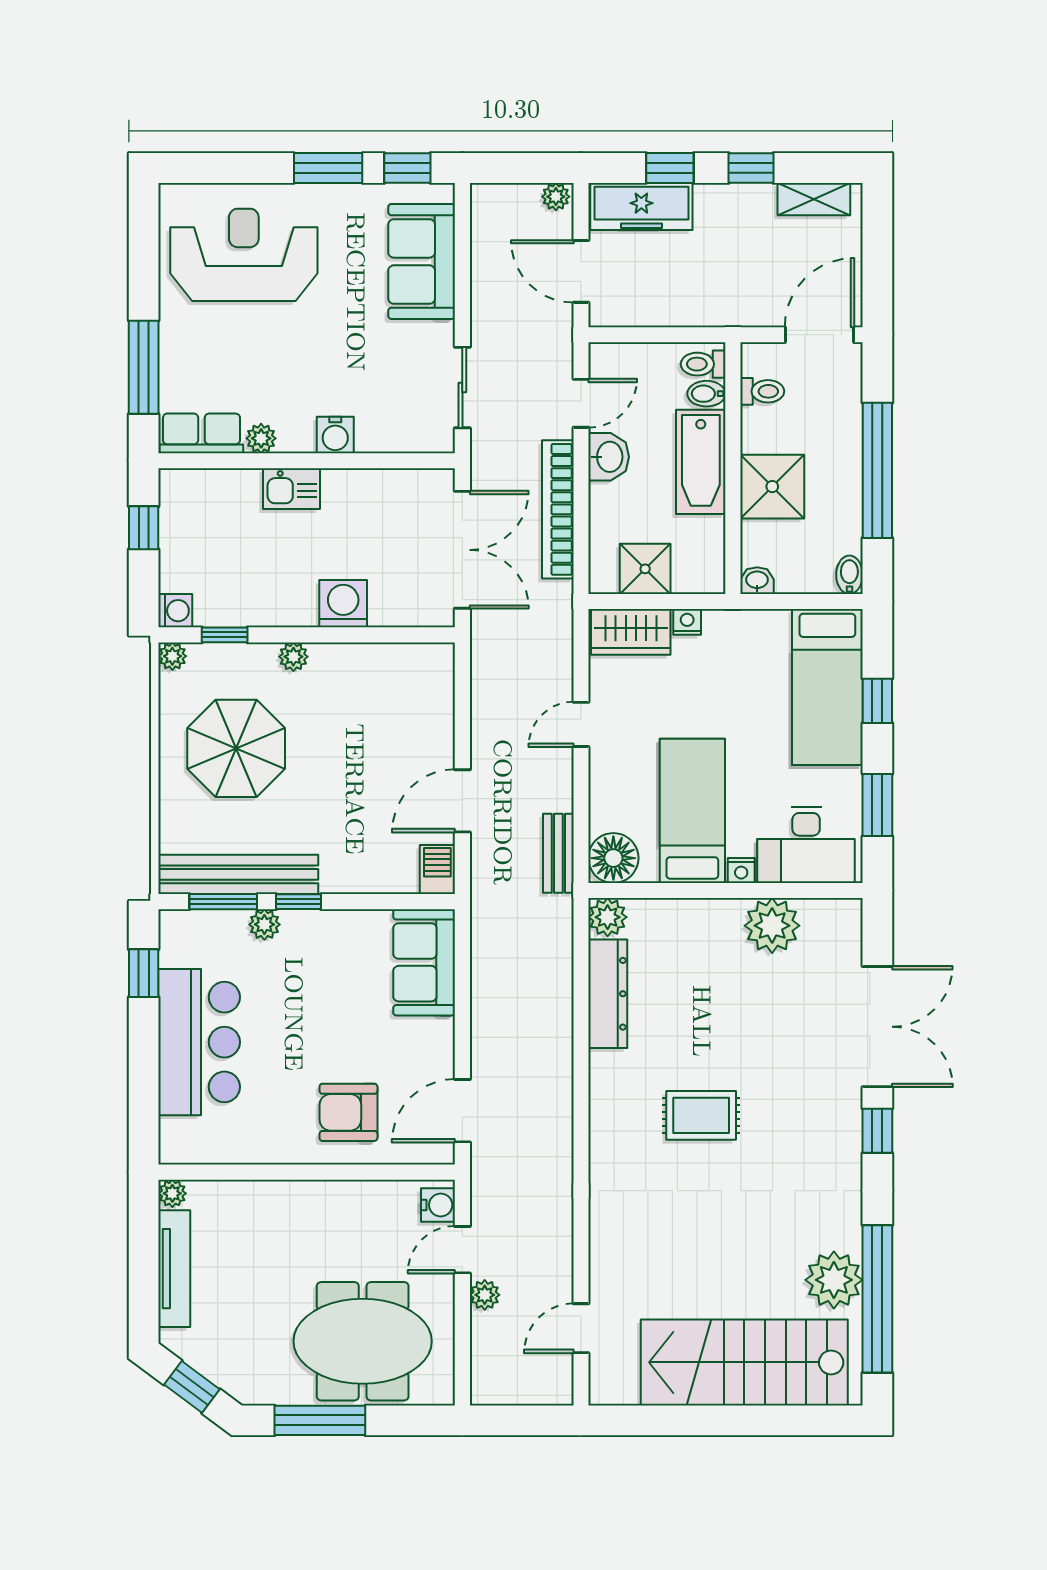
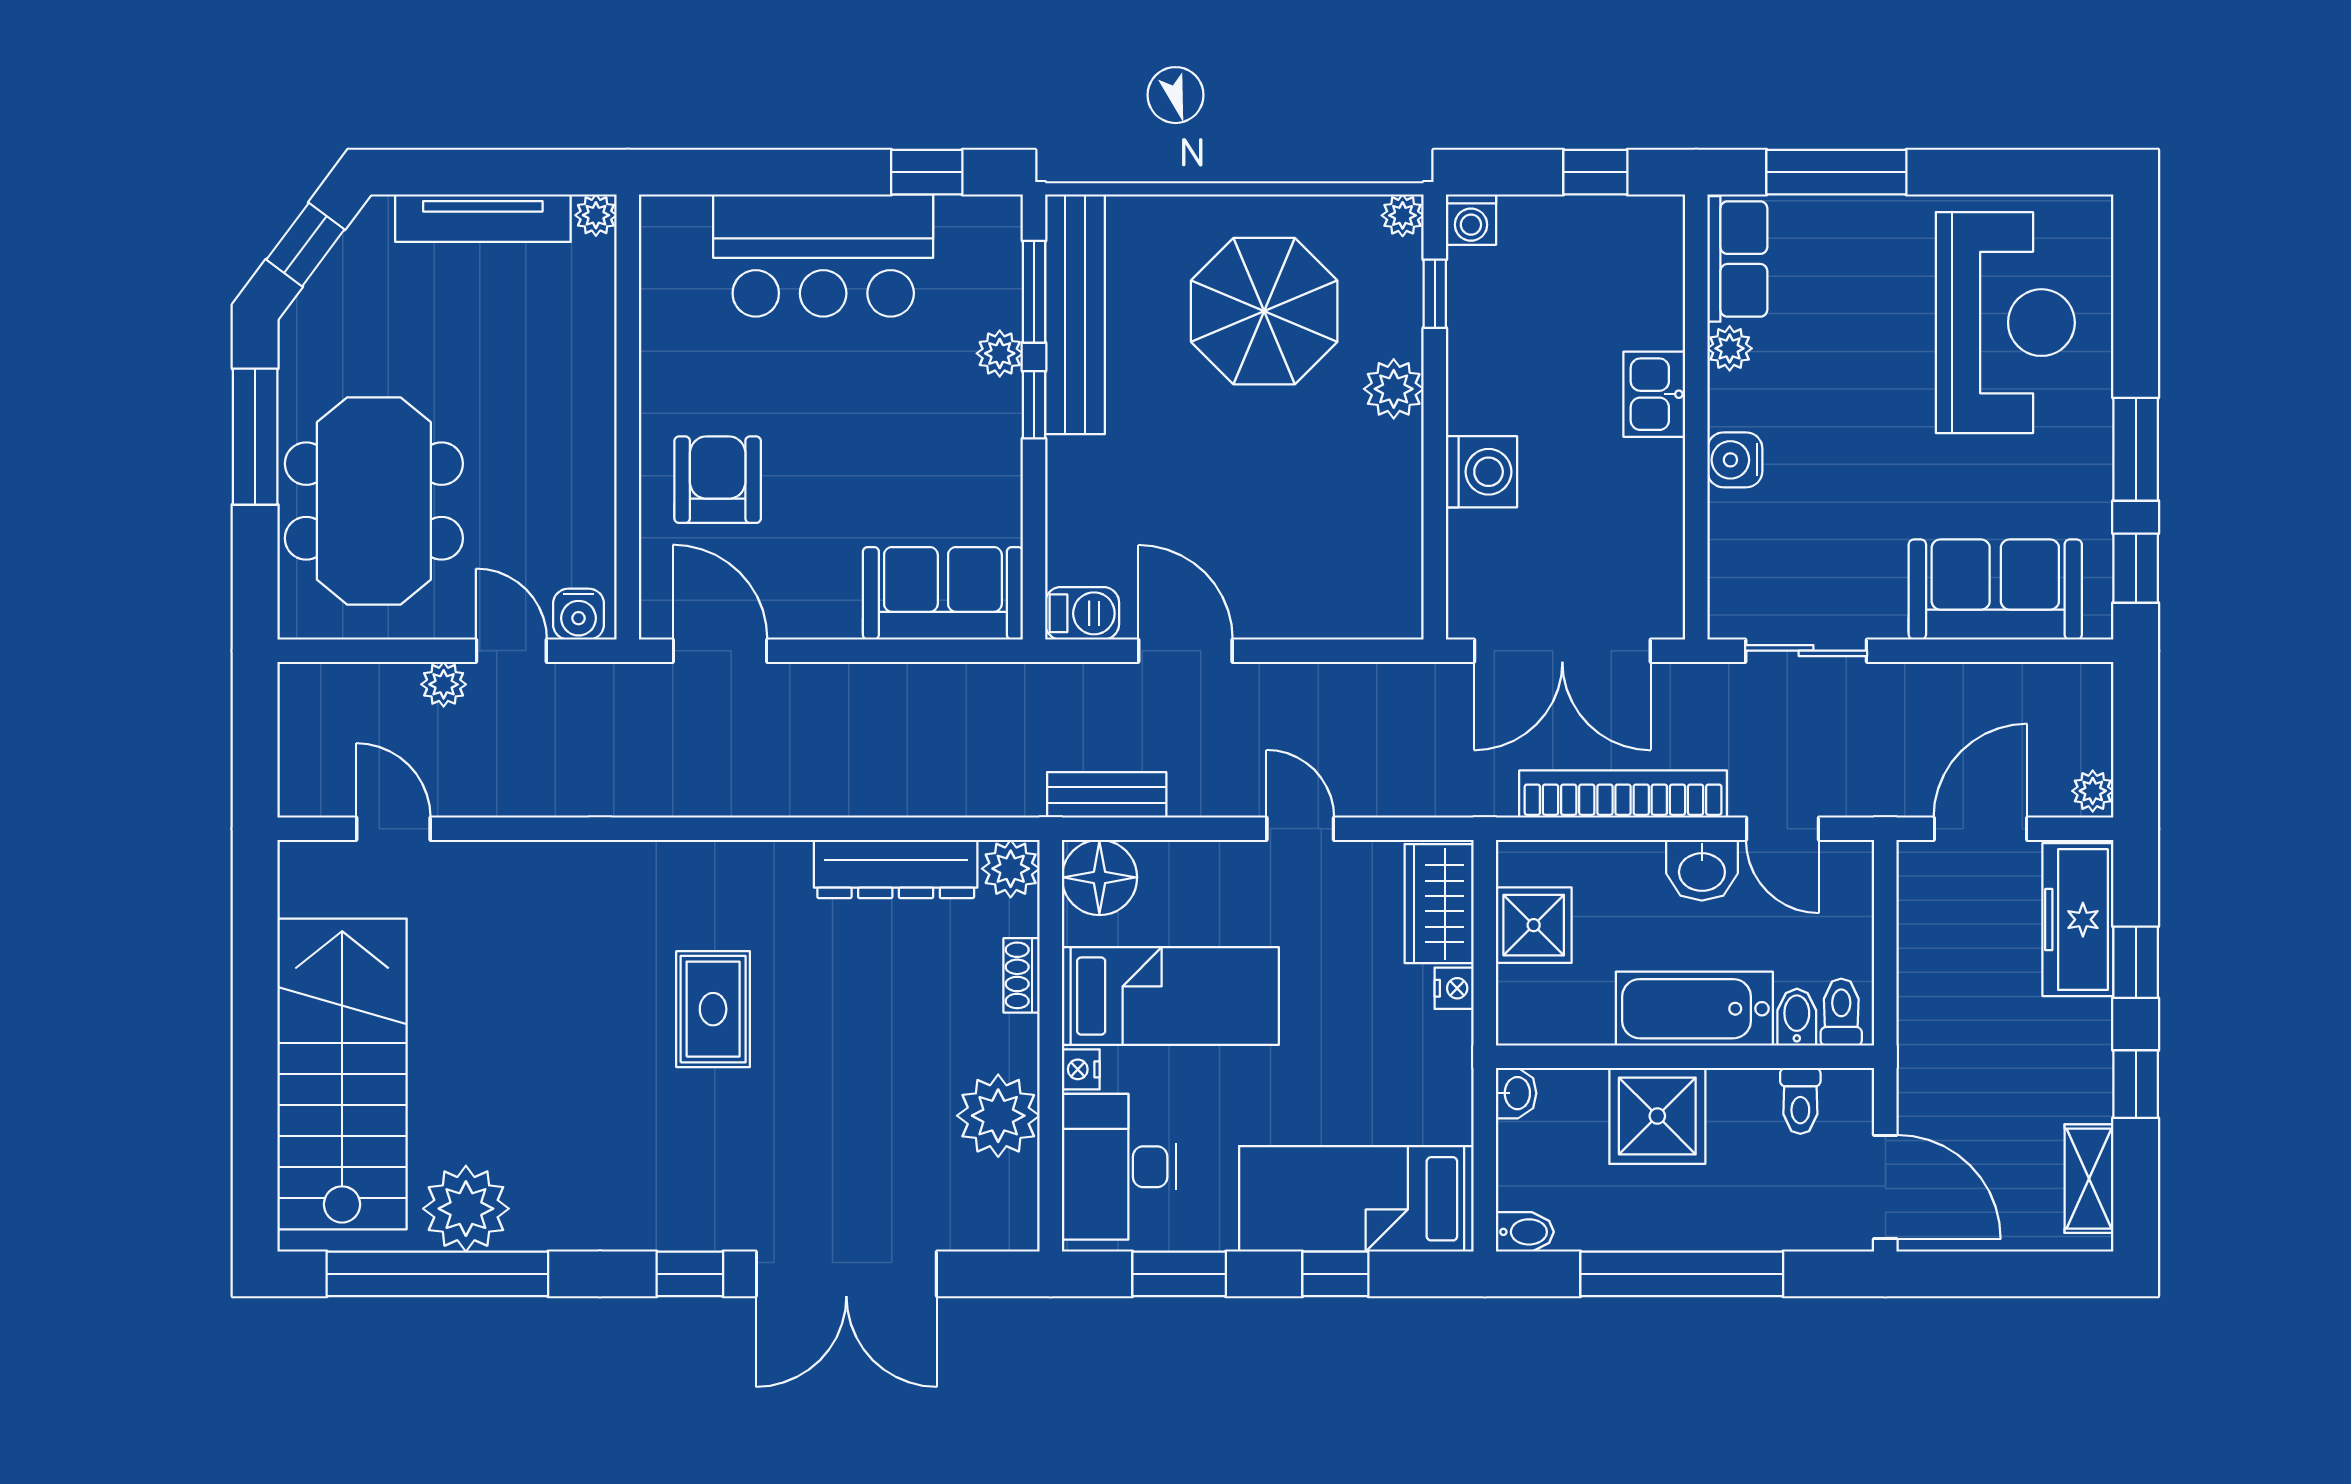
plant: (293, 657) -> (1394, 389), width x1.38, depth x1.38
shoe rack: (679, 910) -> (1022, 975), added

